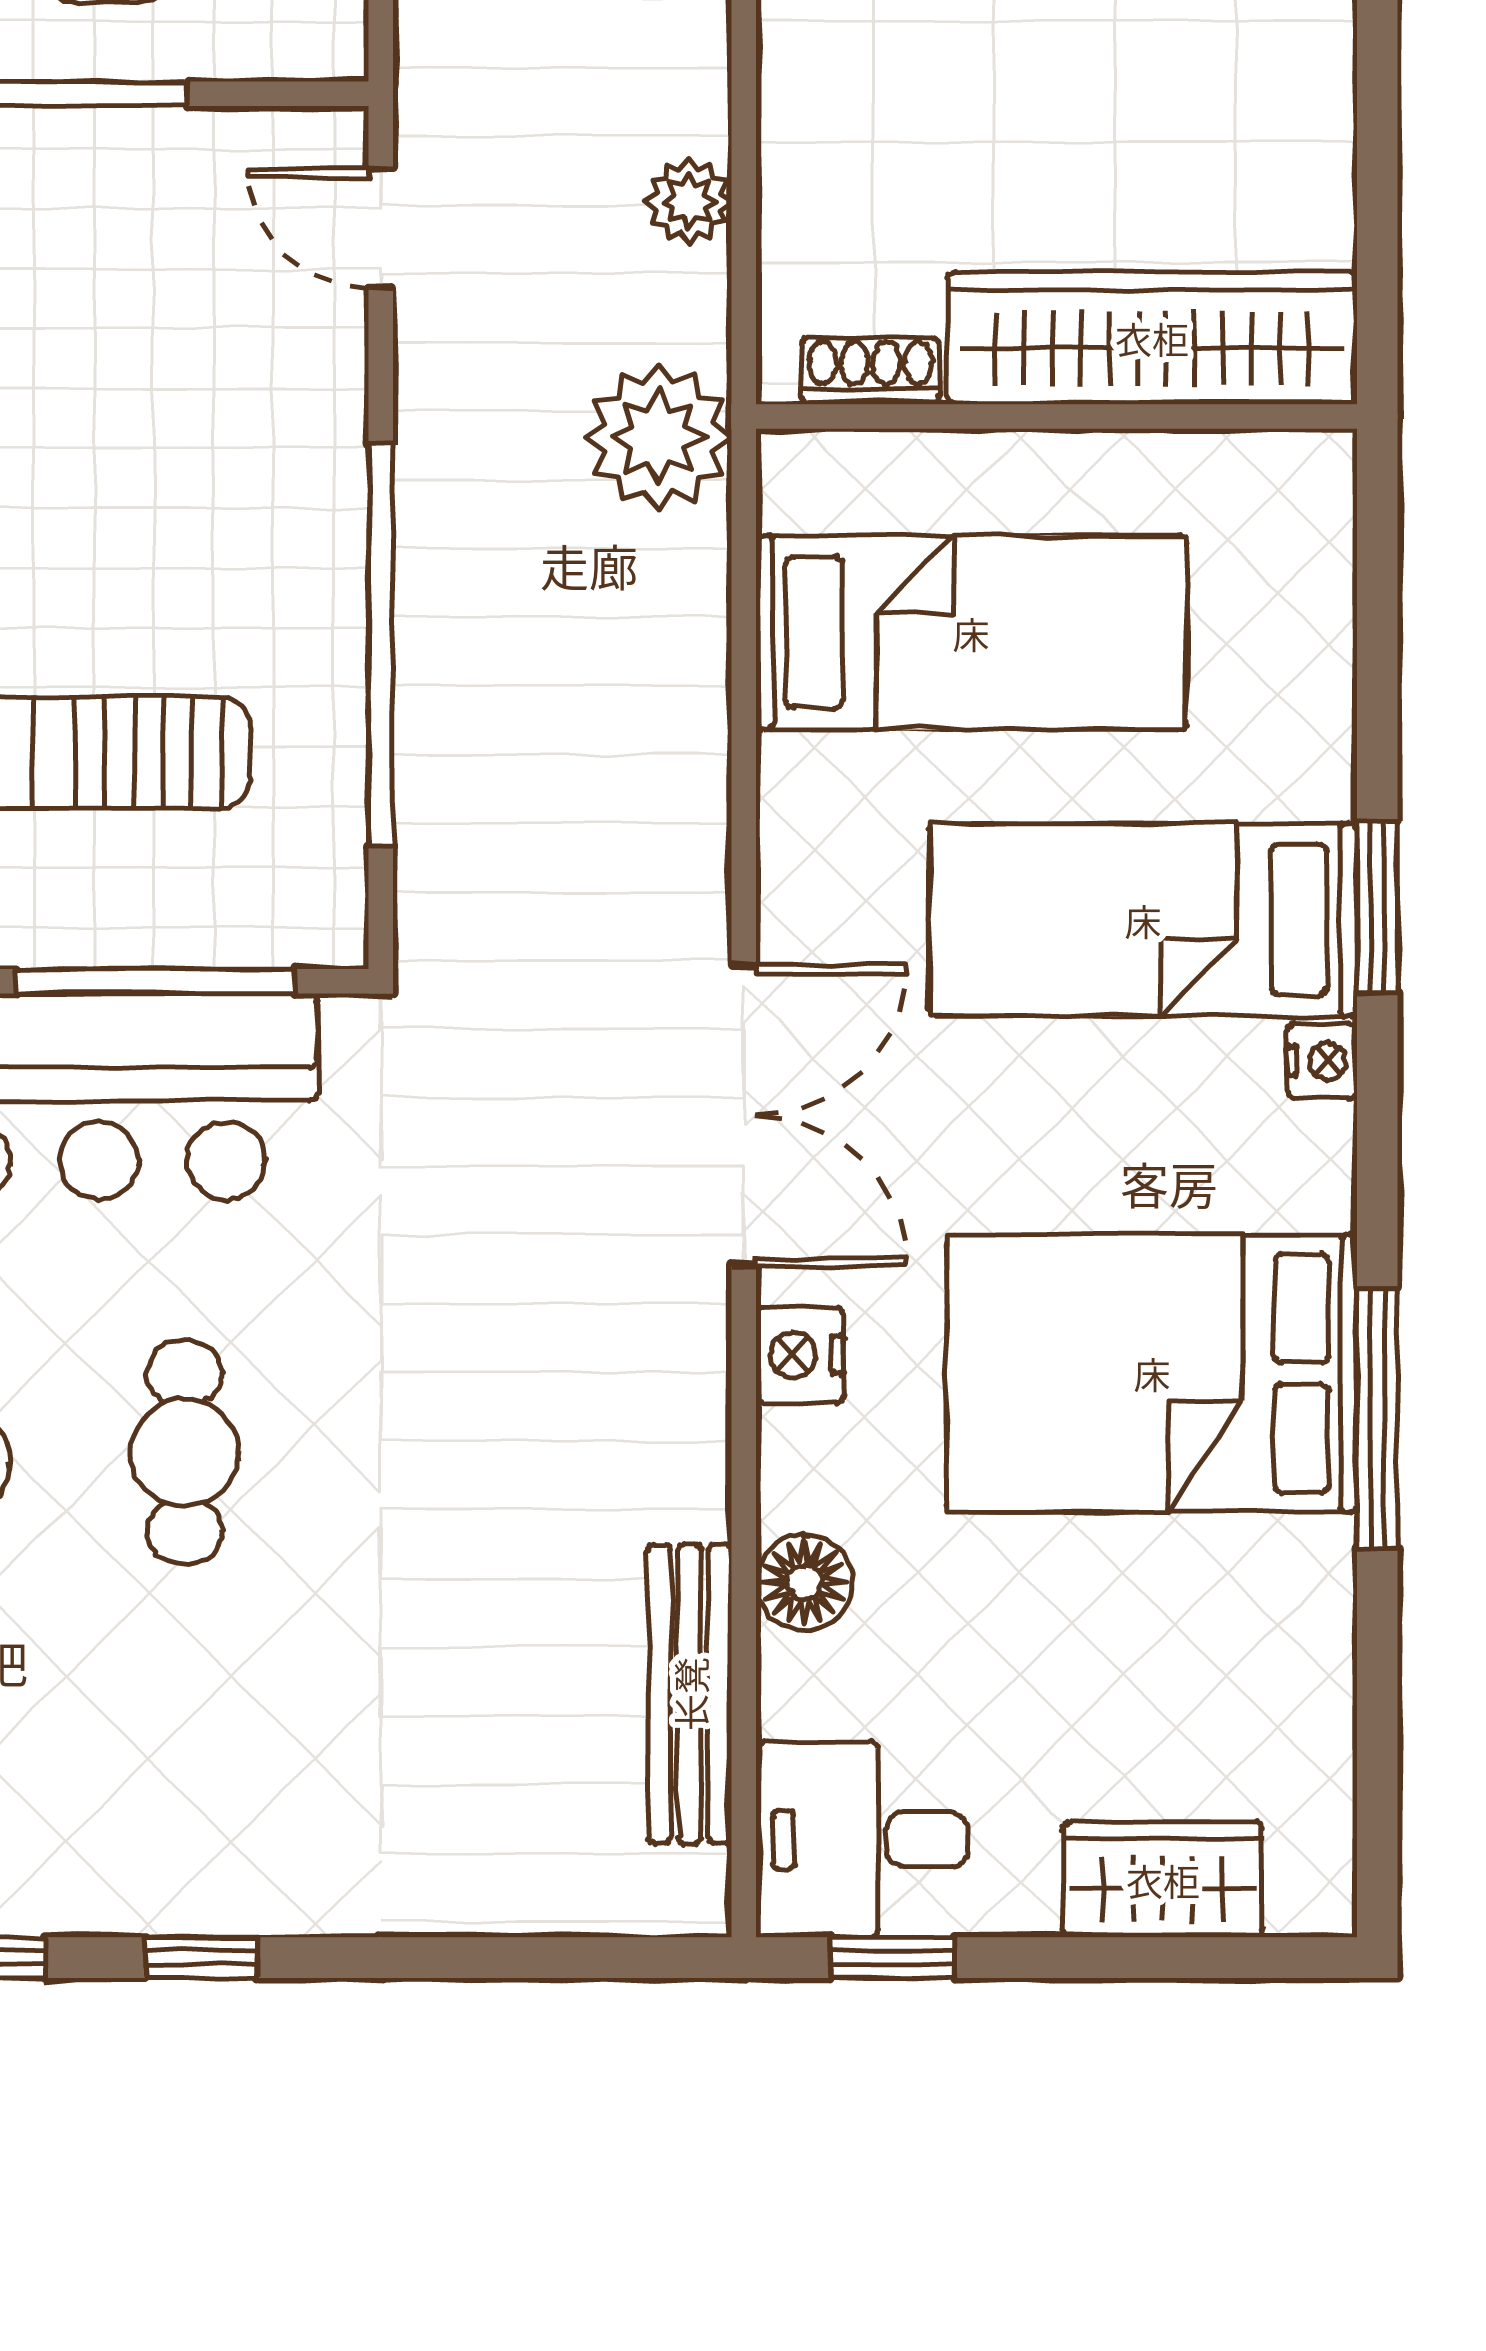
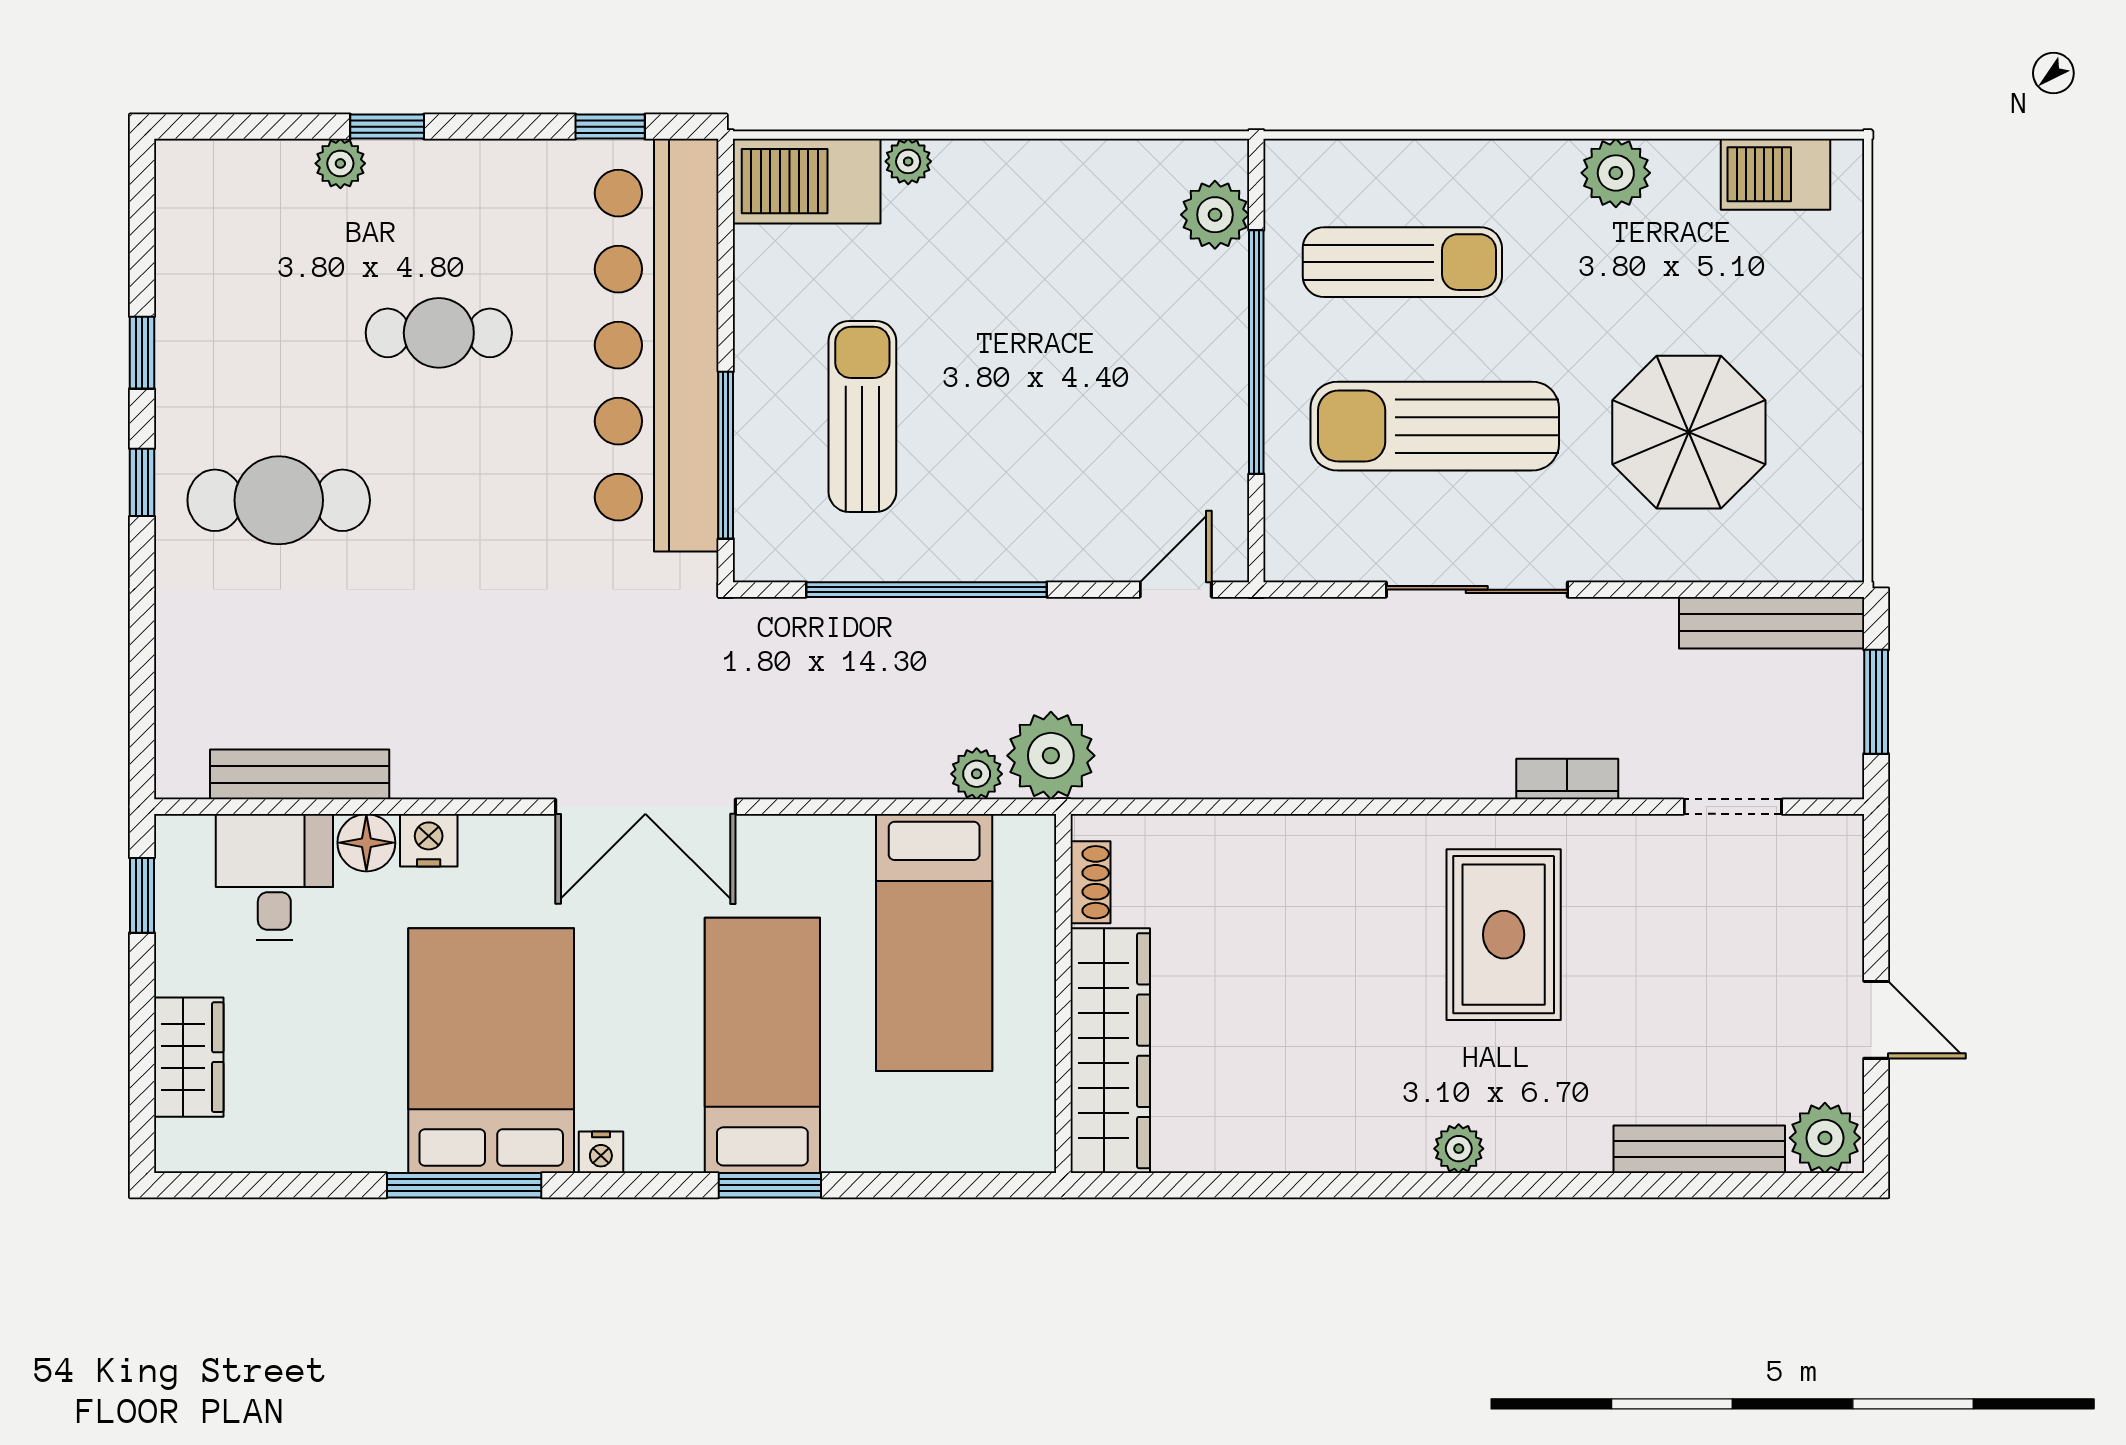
plant: (689, 201) -> (977, 774), moved
nightstand: (1322, 1061) -> (601, 1152), moved
nightstand: (800, 1355) -> (429, 840), moved
cafe table: (184, 1452) -> (279, 500), moved, width x1.37, depth x1.35
desk: (861, 1840) -> (274, 877), moved

